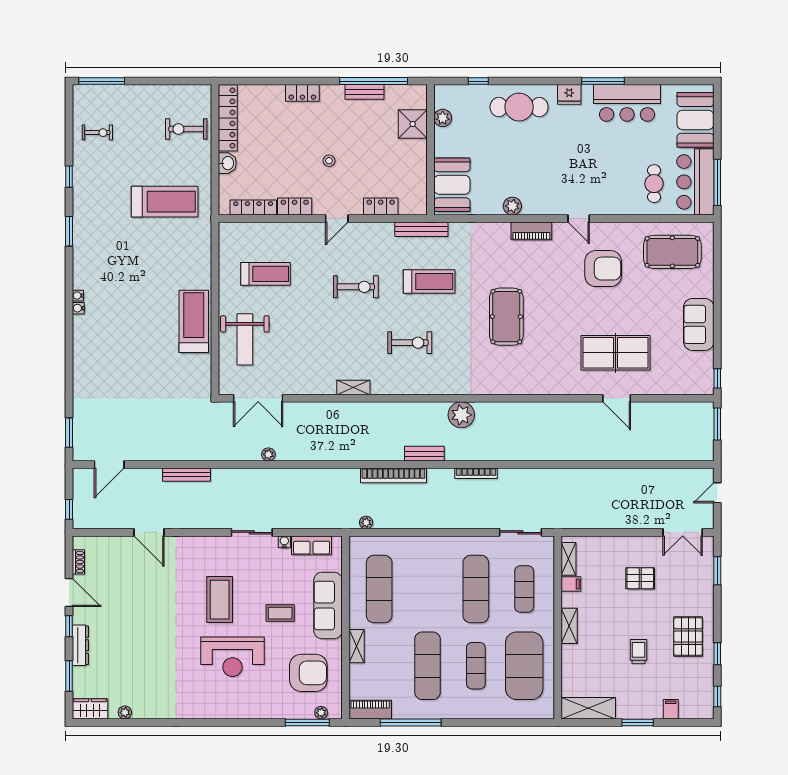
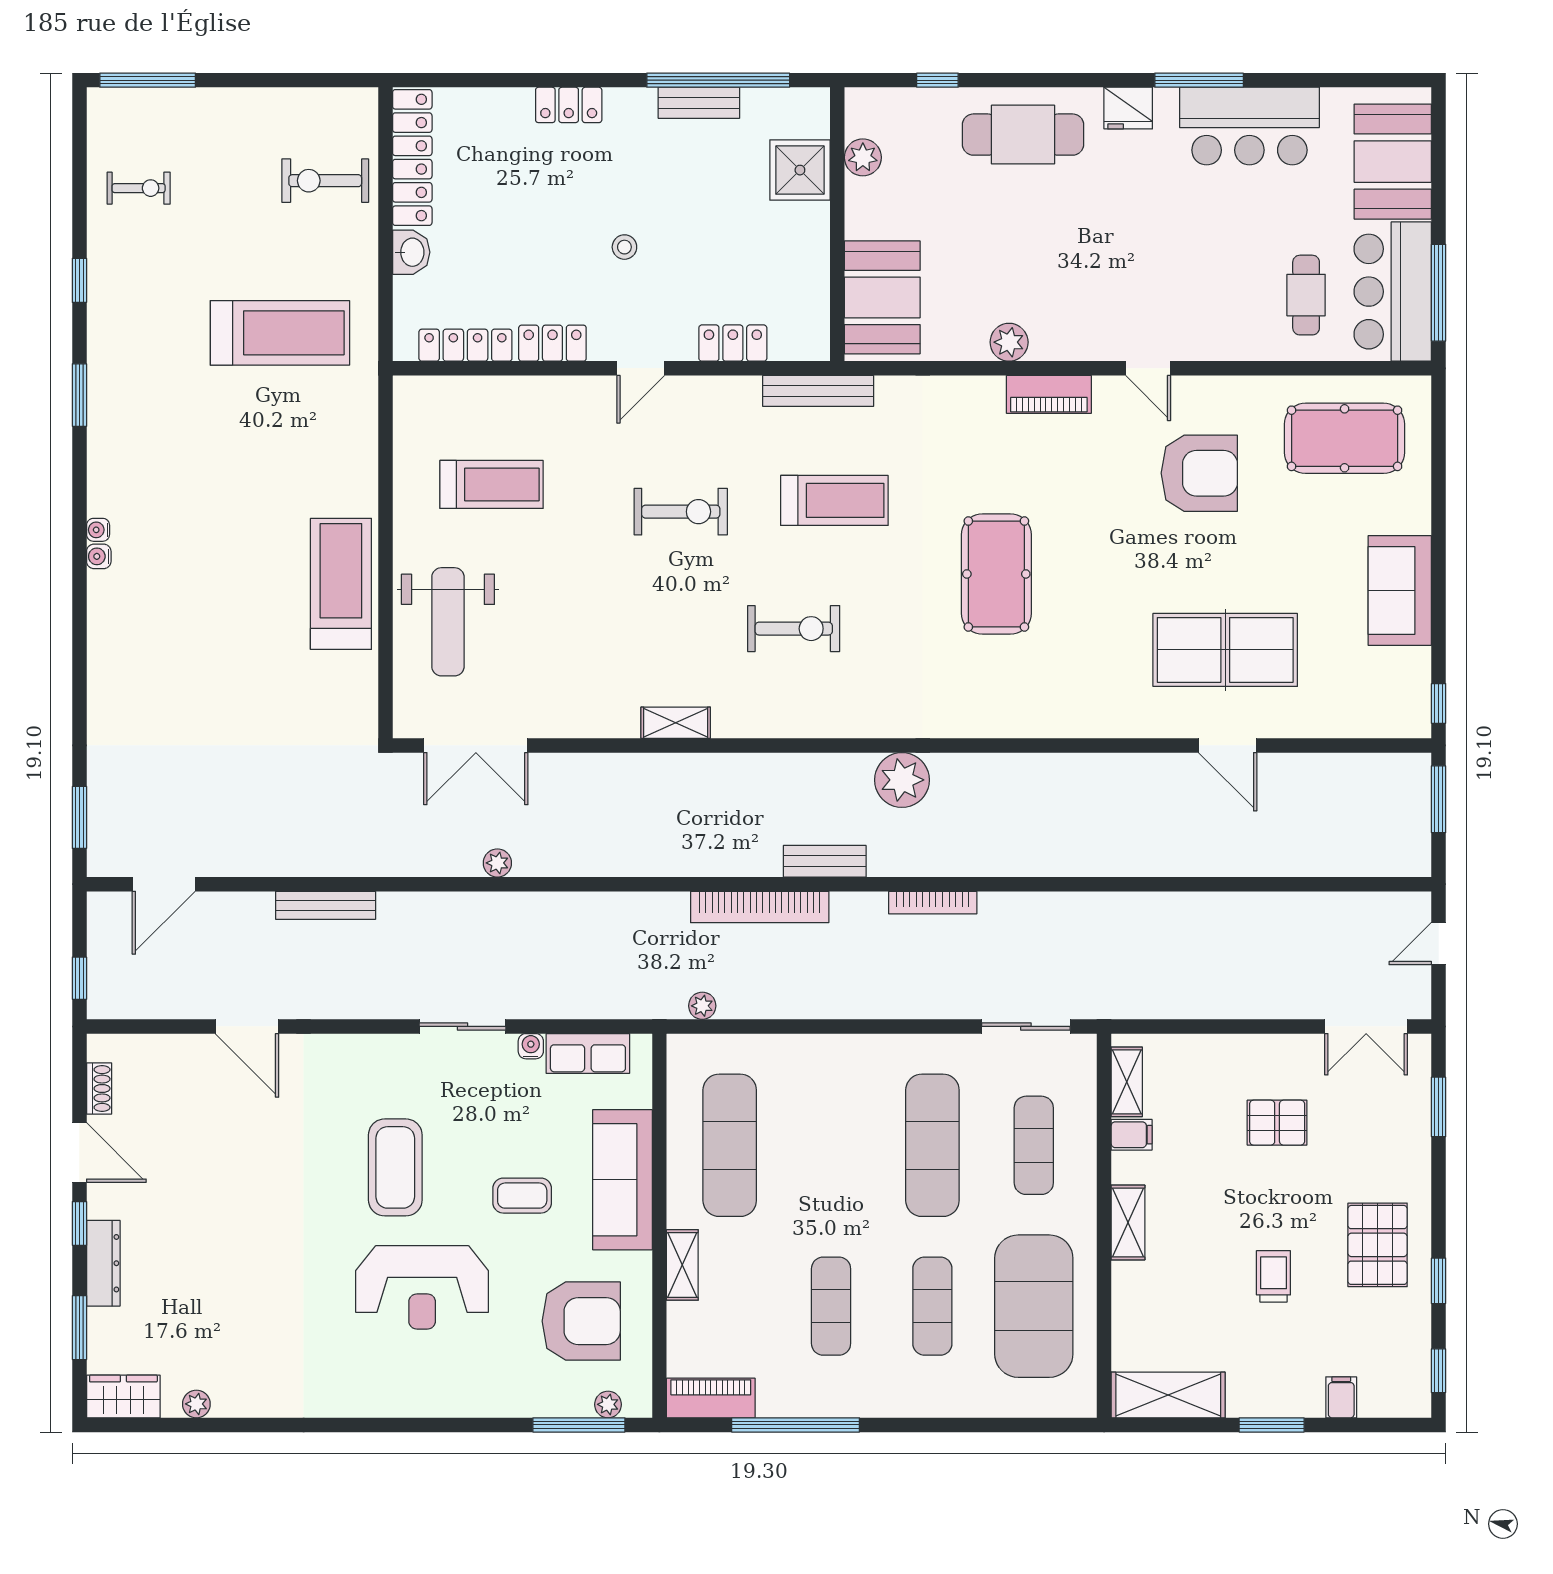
exercise mat: (428, 666) -> (831, 1306), width x0.73, depth x0.69

